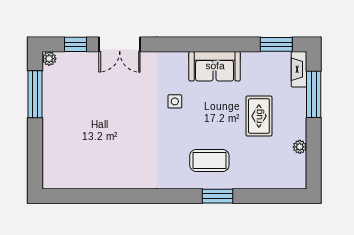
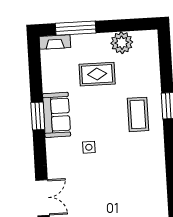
window: (276, 44) -> (38, 116), moved
plant: (300, 147) -> (122, 43), width x1.88, depth x1.88

